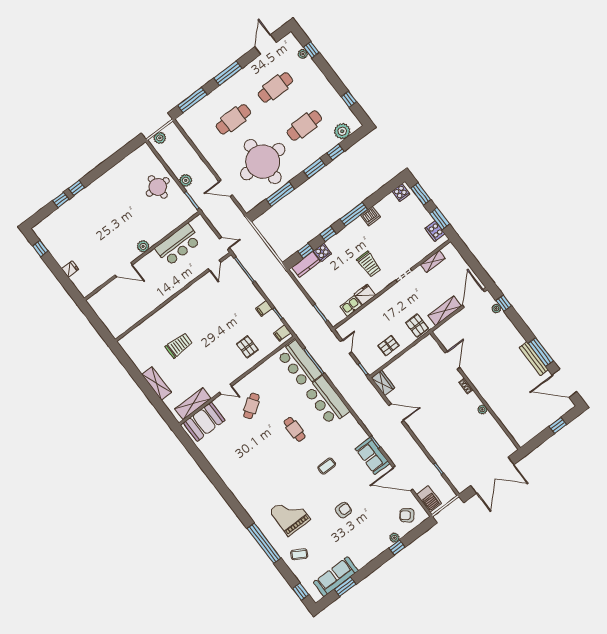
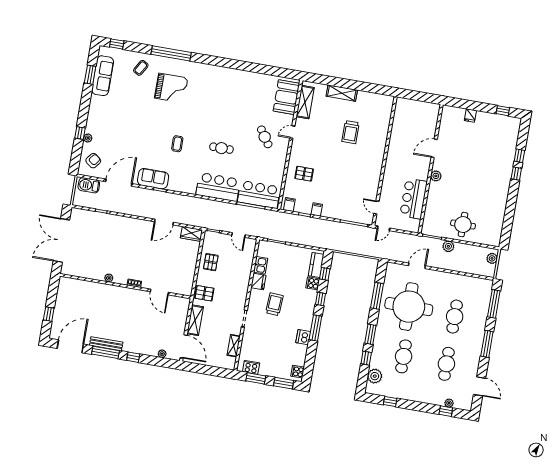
trolley: (369, 264) -> (274, 304), turned 93
window: (504, 303) -> (133, 357), moved
armchair: (343, 510) -> (139, 125), removed

